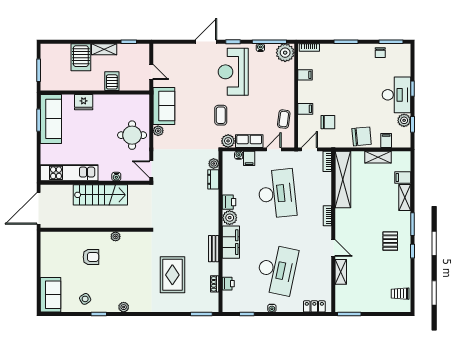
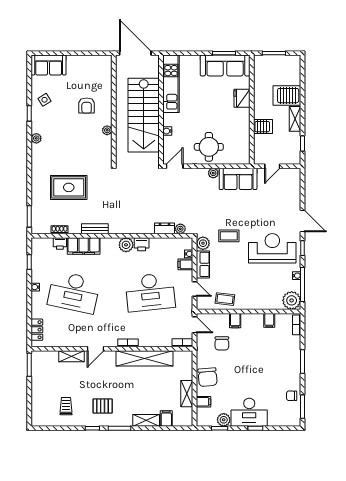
shelving: (343, 180) -> (144, 358), moved
stairs: (100, 195) -> (144, 115), width x1.36, depth x1.51
filing cabinet: (231, 242) -> (84, 246), moved
trolley: (400, 294) -> (66, 406), moved

